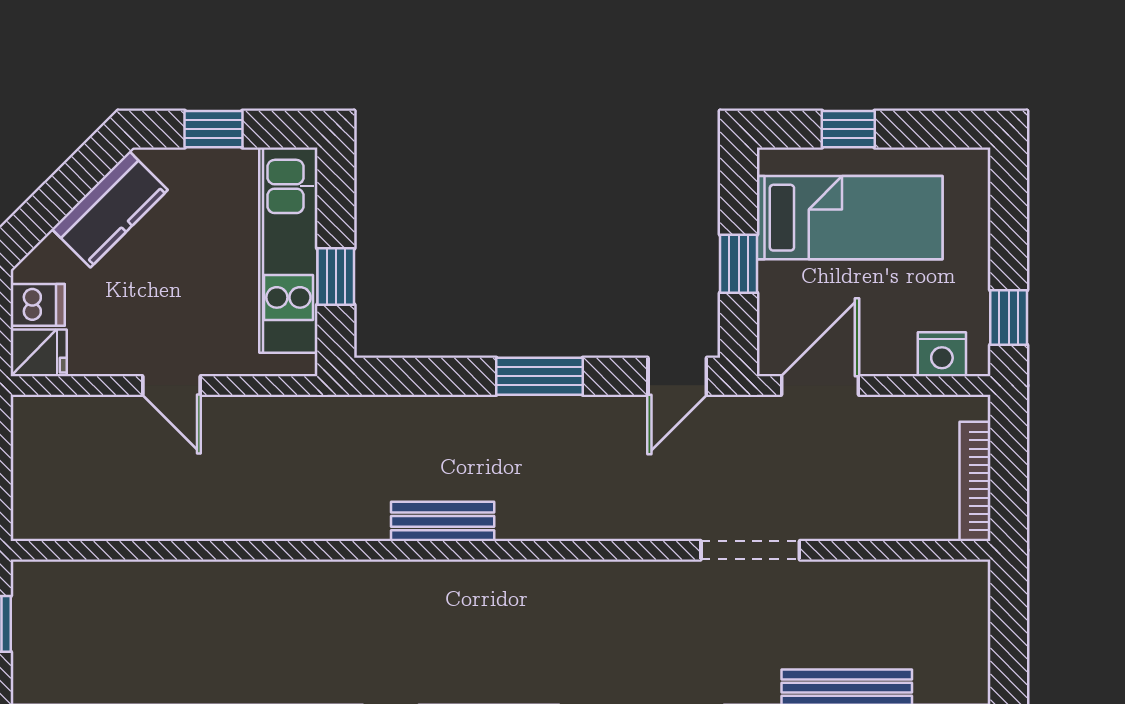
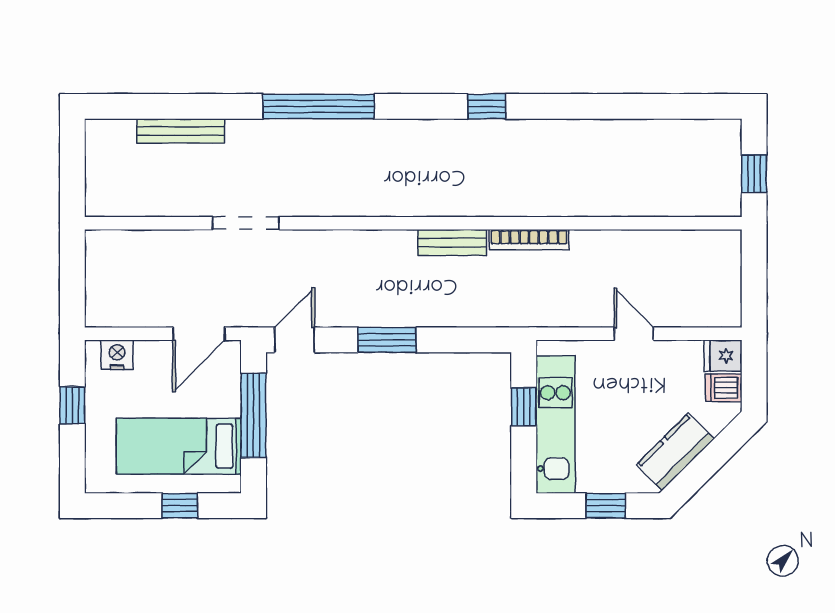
window: (739, 264) -> (253, 415), width x2.17
window: (1009, 317) -> (72, 405), moved
bookcase: (975, 481) -> (529, 240), moved, turned 90

